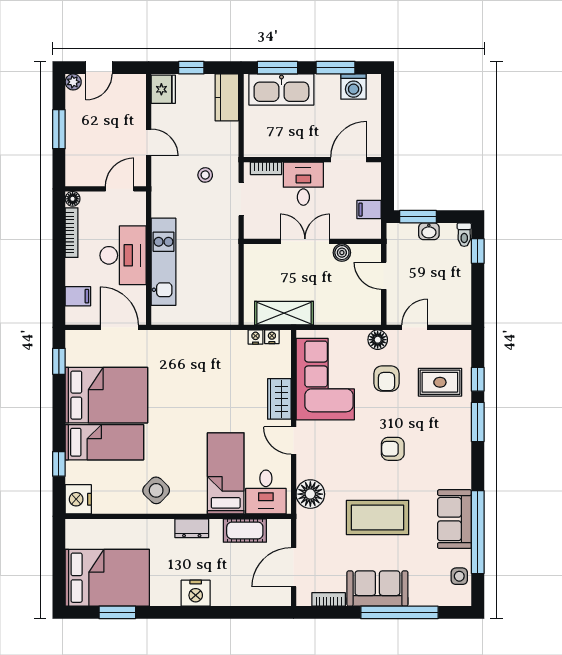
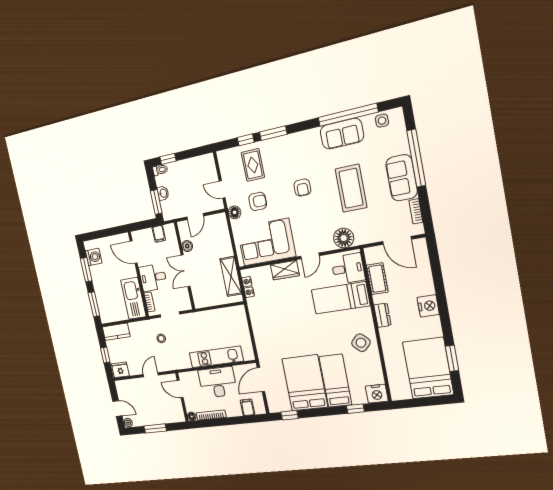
kitchen sink: (281, 90) -> (133, 298), moved, turned 180

